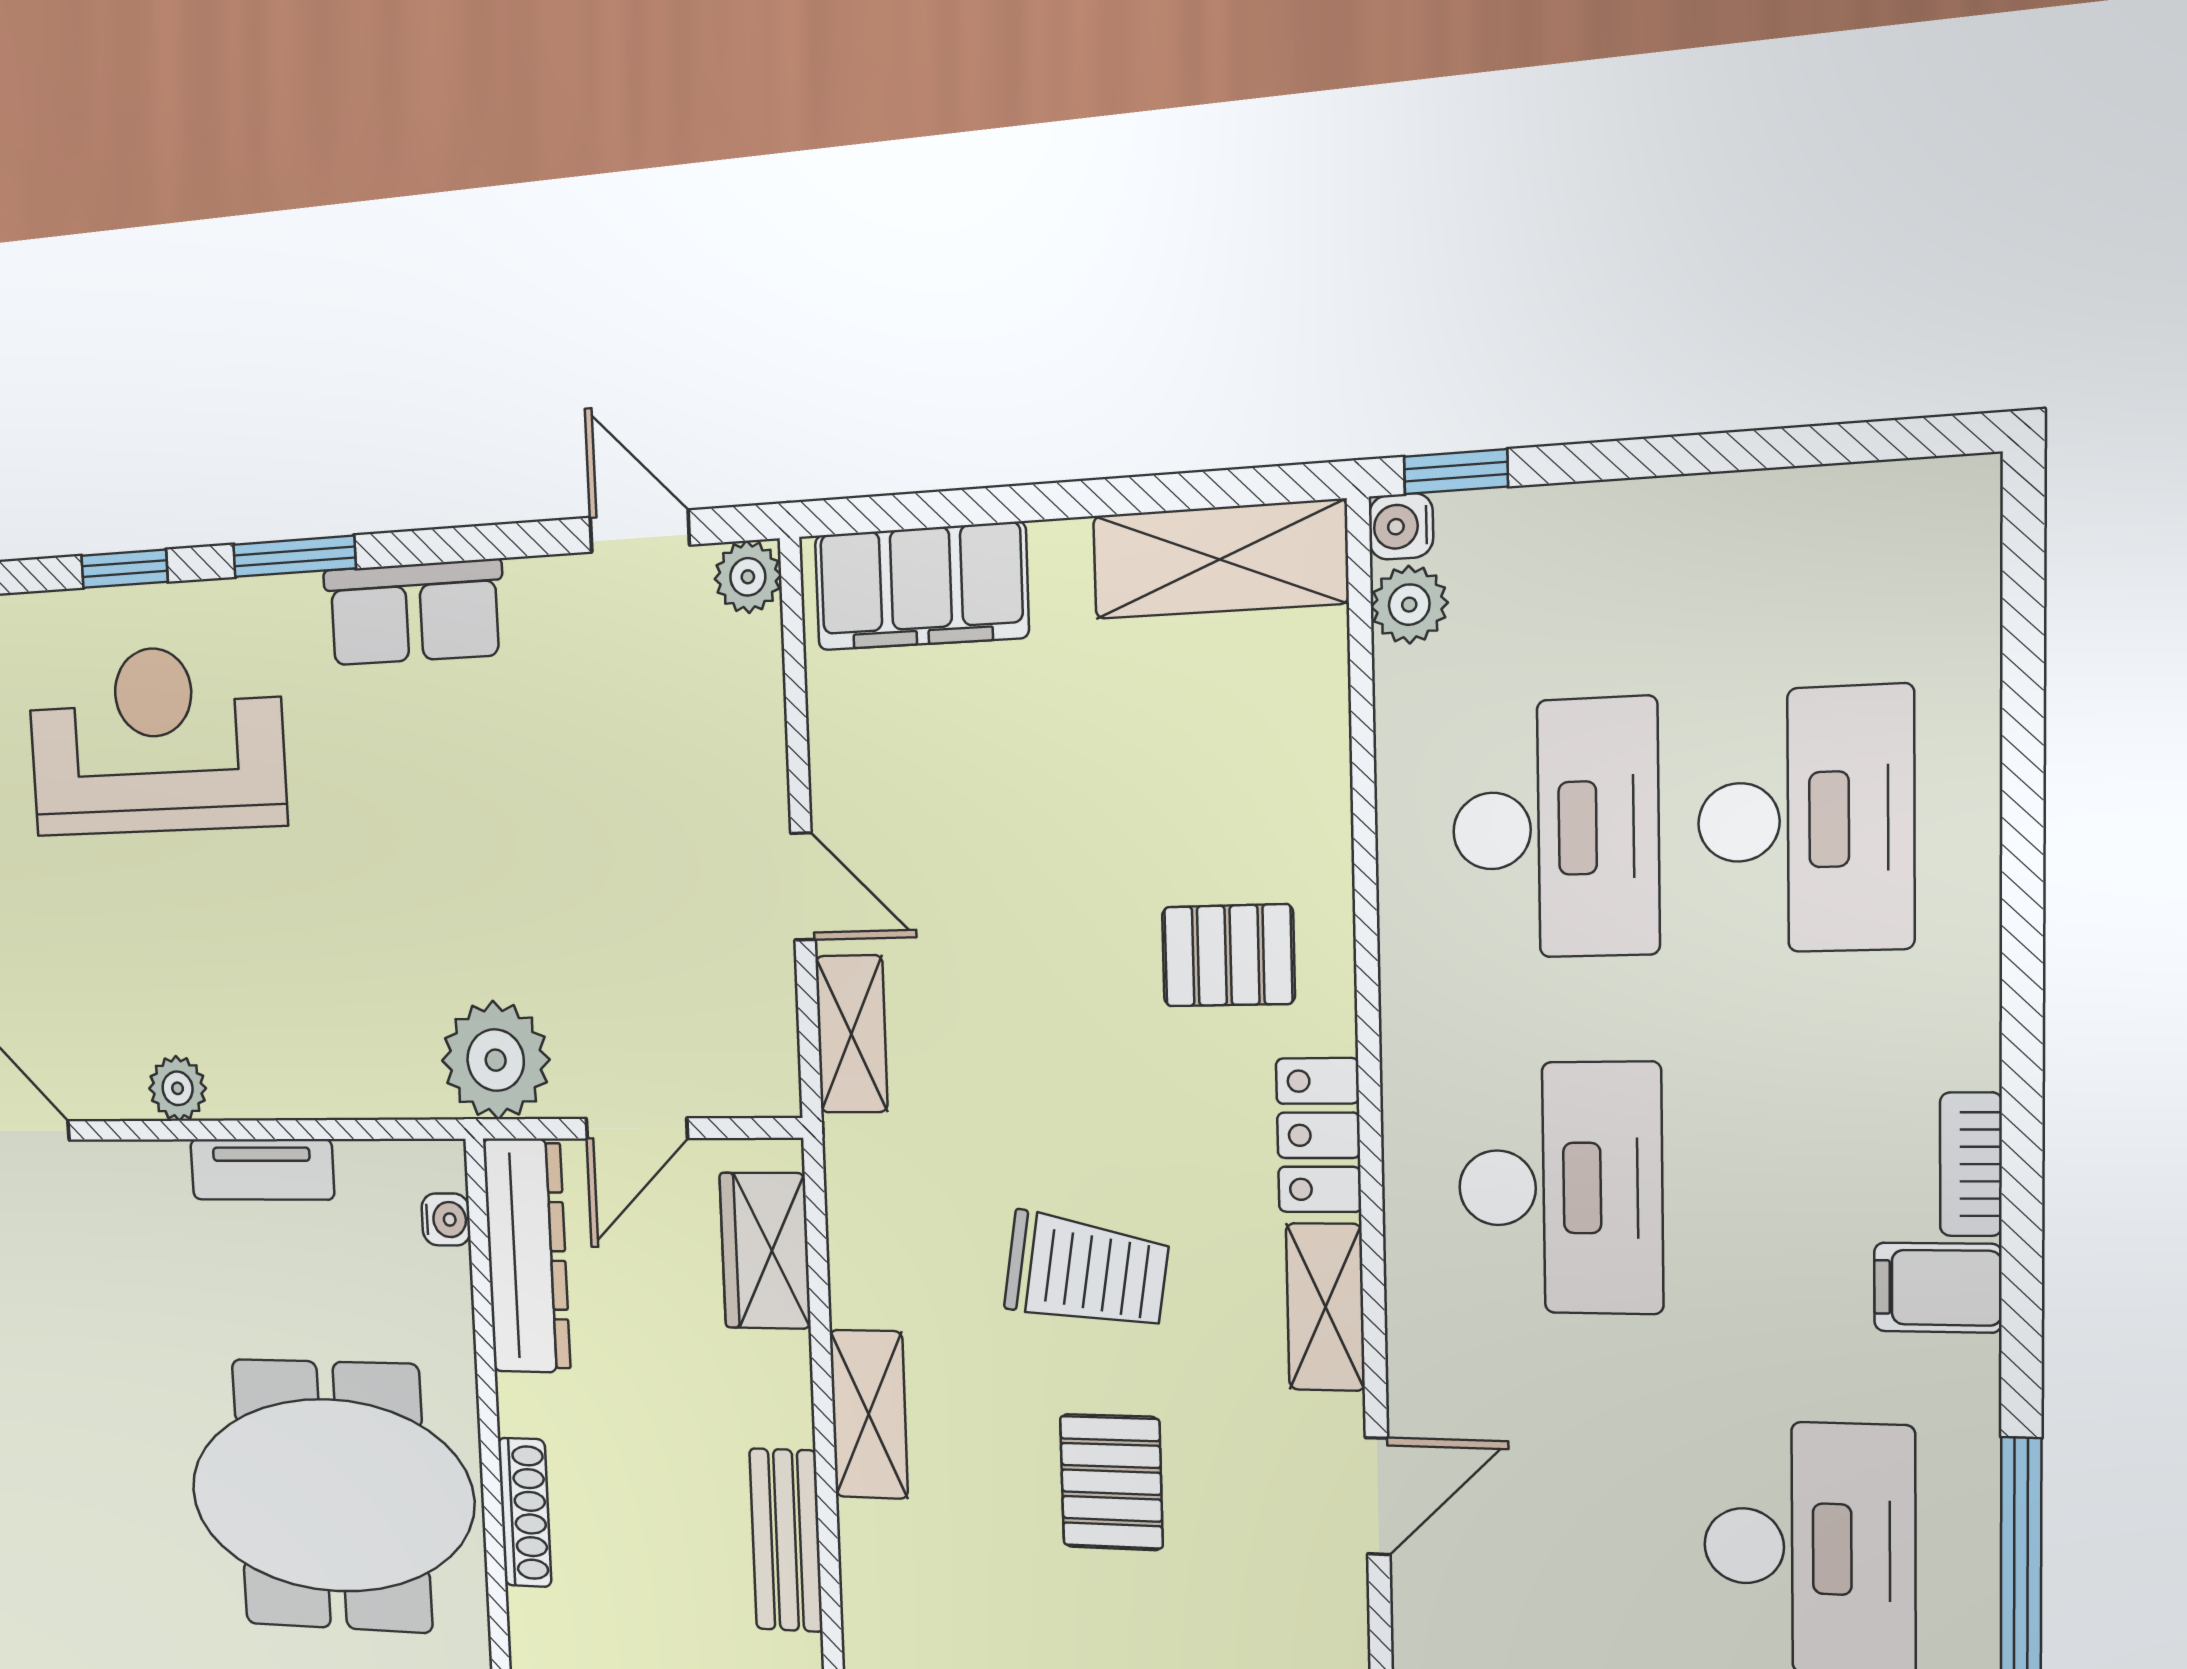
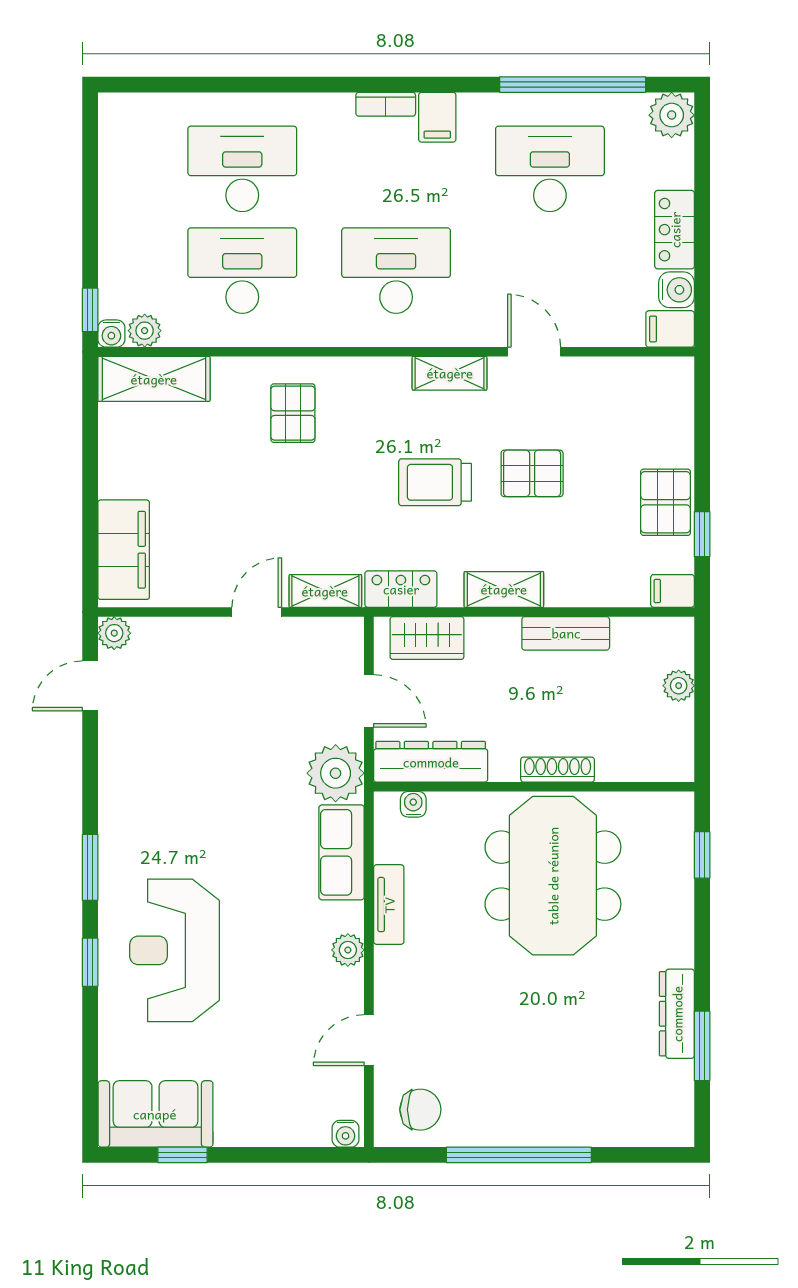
shelving: (1220, 559) -> (154, 379), moved, turned 90
row of seats: (414, 612) -> (342, 852), moved, turned 180
locker: (1319, 1135) -> (401, 589), moved, turned 180
trolley: (1086, 1272) -> (435, 482), turned -99

